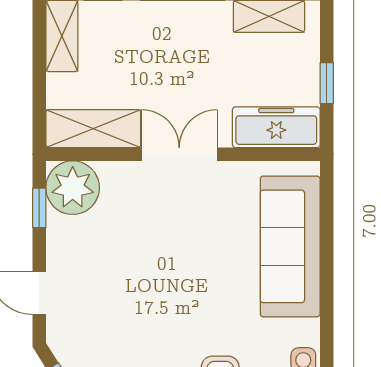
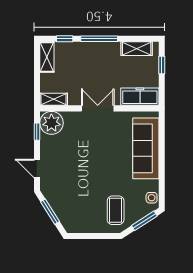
window: (327, 83) -> (162, 65), moved
shelving: (93, 129) -> (54, 99), width x0.67, depth x0.75

